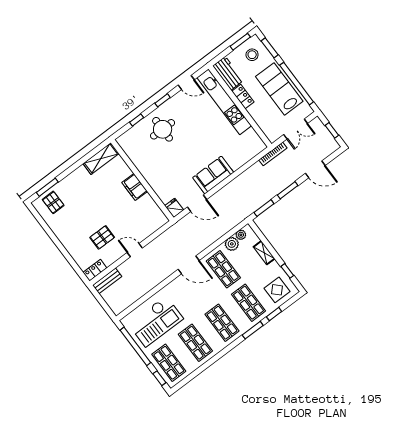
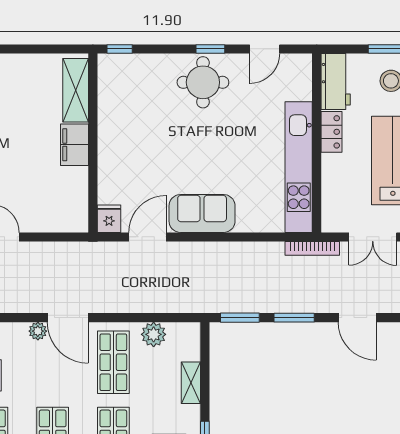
door: (186, 82) -> (265, 49), hinge flipped
kitchen unit: (224, 102) -> (299, 167), moved
window: (137, 120) -> (120, 49), moved
round table: (163, 129) -> (203, 82), moved
shelving: (101, 159) -> (76, 90), moved, turned 90
door: (197, 203) -> (147, 237), swing flipped
plant: (241, 235) -> (38, 331), moved

